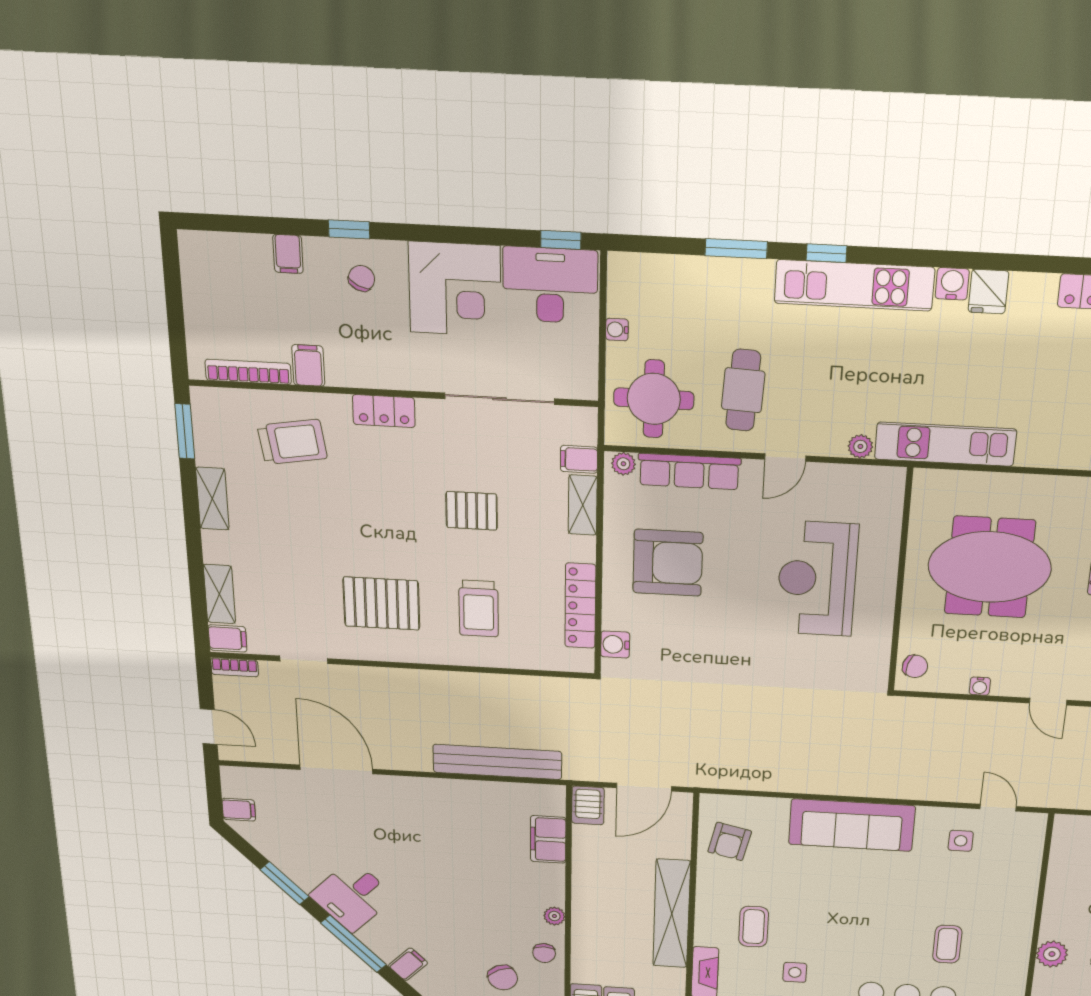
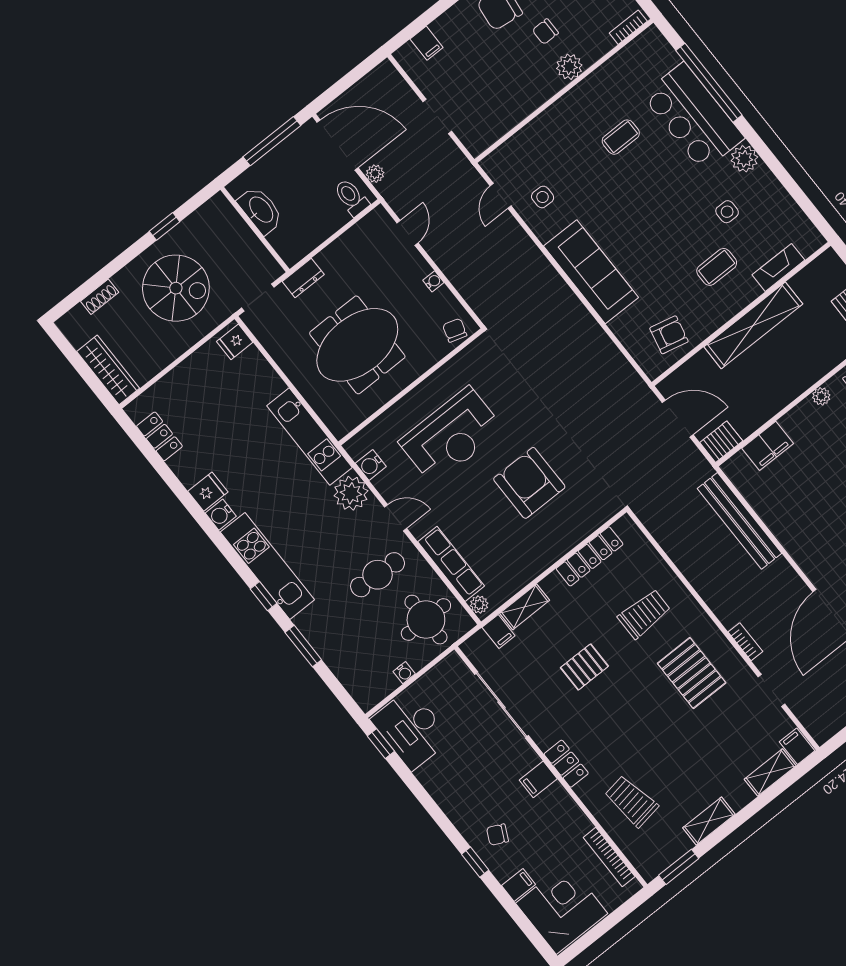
corner desk: (455, 289) -> (562, 908), moved
filing cabinet: (308, 365) -> (538, 779), moved
plant: (860, 446) -> (351, 493), width x1.88, depth x1.88
pallet: (472, 511) -> (584, 667), turned 90
armchair: (668, 563) -> (529, 483), moved
meeting table: (990, 567) -> (357, 345), turned 90
water cooler: (615, 645) -> (371, 465), moved, turned 90
bookcase: (235, 667) -> (745, 642), moved

